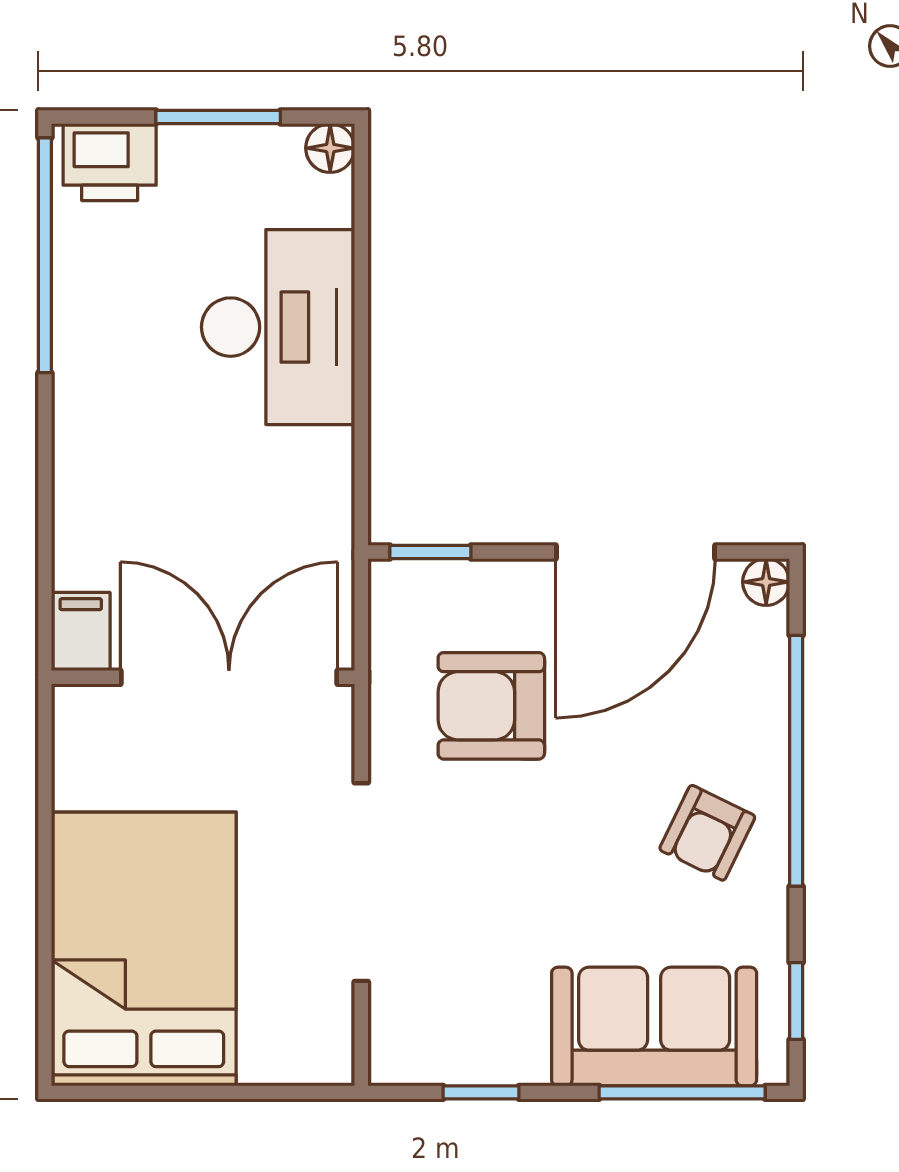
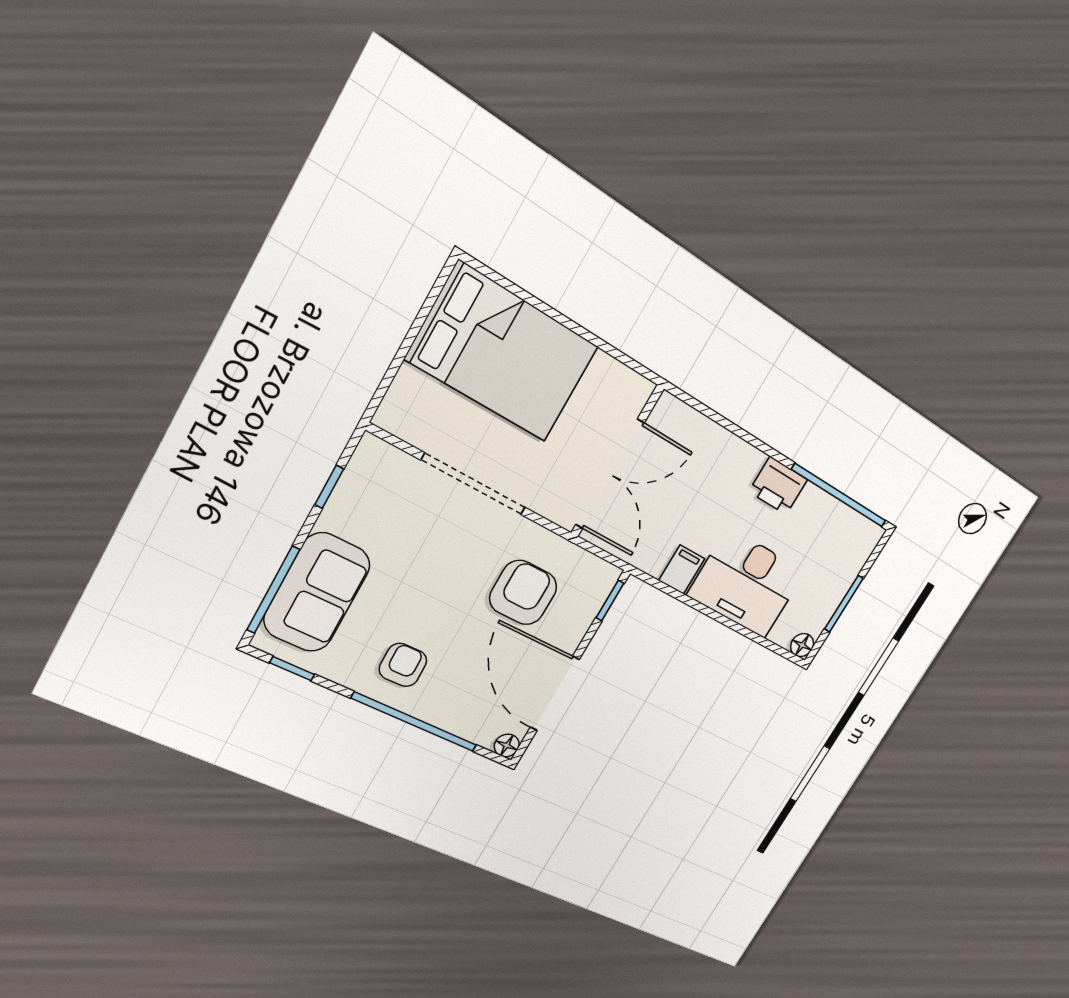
printer: (110, 162) -> (778, 486), moved, turned -90
filing cabinet: (81, 632) -> (682, 570), moved, turned -90
armchair: (707, 833) -> (403, 665), turned 63

